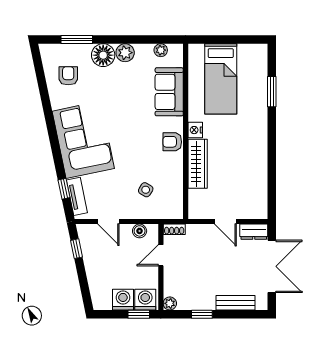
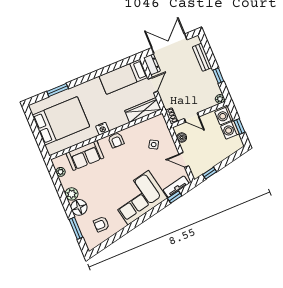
bed: (221, 79) -> (61, 121), width x1.50
wardrobe: (198, 164) -> (143, 110), moved
bed: (253, 187) -> (123, 77), added
door: (108, 221) -> (184, 160), swing flipped
window: (139, 314) -> (239, 126), moved

